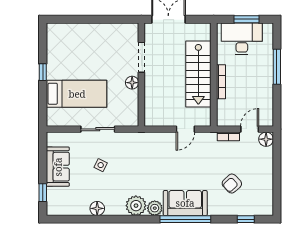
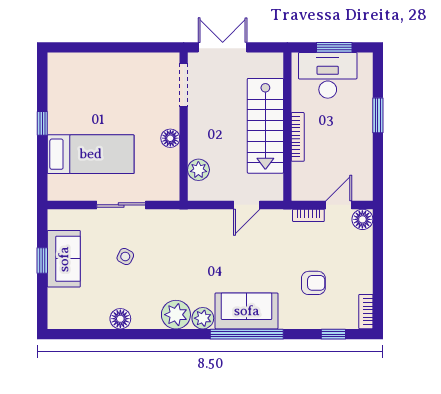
doorway: (141, 57) -> (184, 85), moved
window: (277, 67) -> (378, 115), width x0.69
plant: (152, 105) -> (198, 170), added
armchair: (232, 184) -> (313, 283), turned -137
window: (43, 193) -> (42, 261), moved
bookcase: (268, 203) -> (366, 312), added

